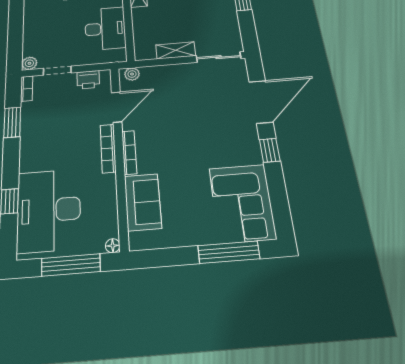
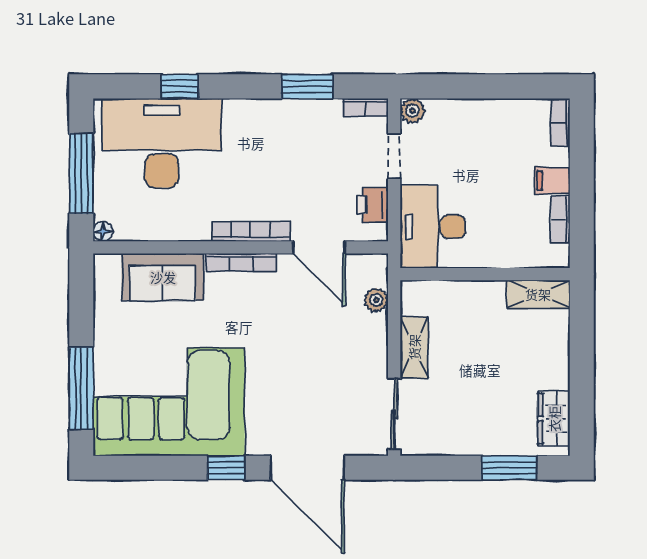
desk: (105, 29) -> (433, 227), moved, turned 90
plant: (132, 74) -> (376, 300), moved
corner sofa: (242, 203) -> (169, 402), width x1.36, depth x1.36

